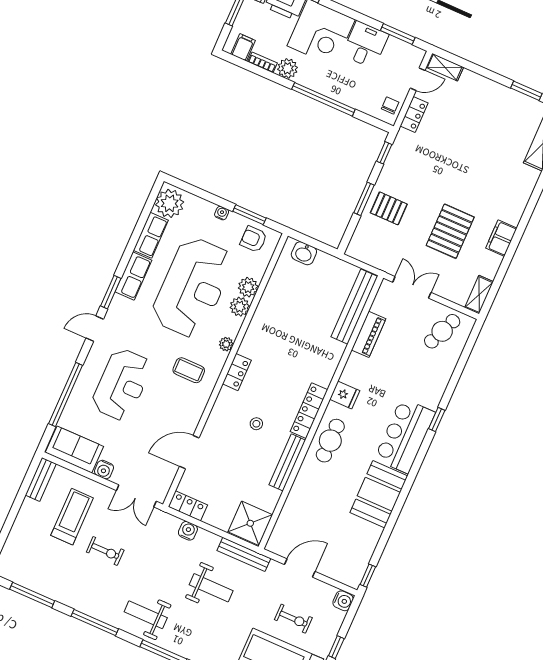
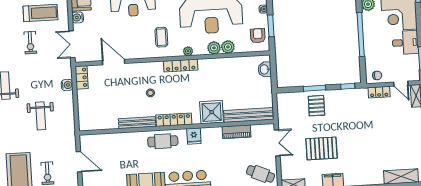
locker: (237, 372) -> (181, 66), width x1.53
shower: (250, 523) -> (212, 112), moved
bench: (244, 554) -> (70, 125), removed

